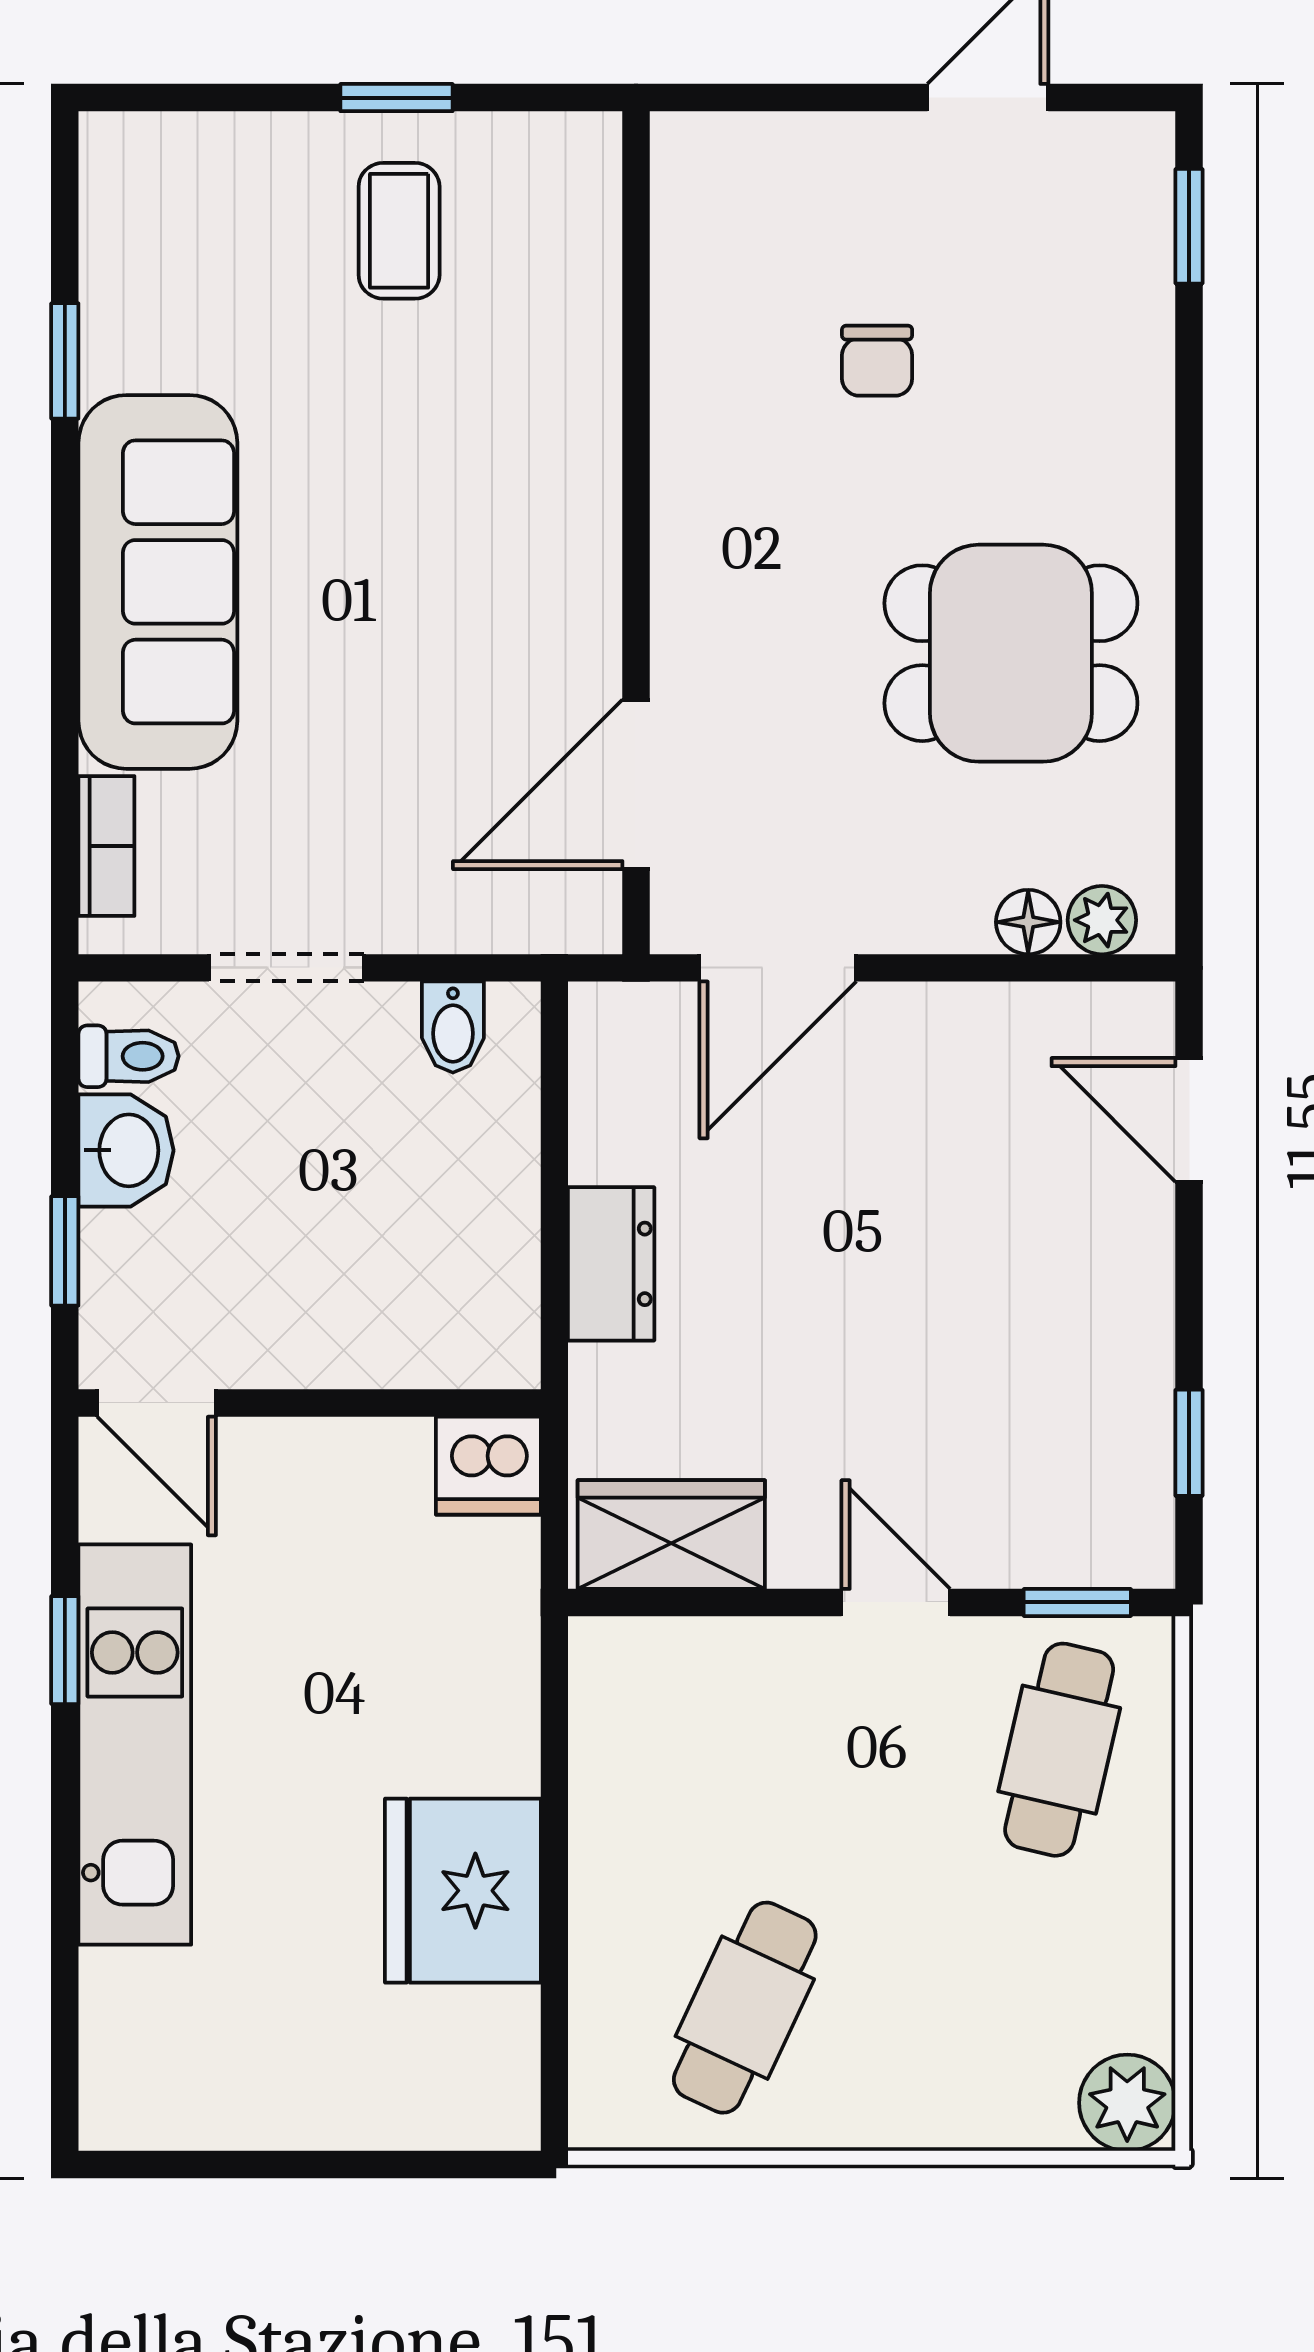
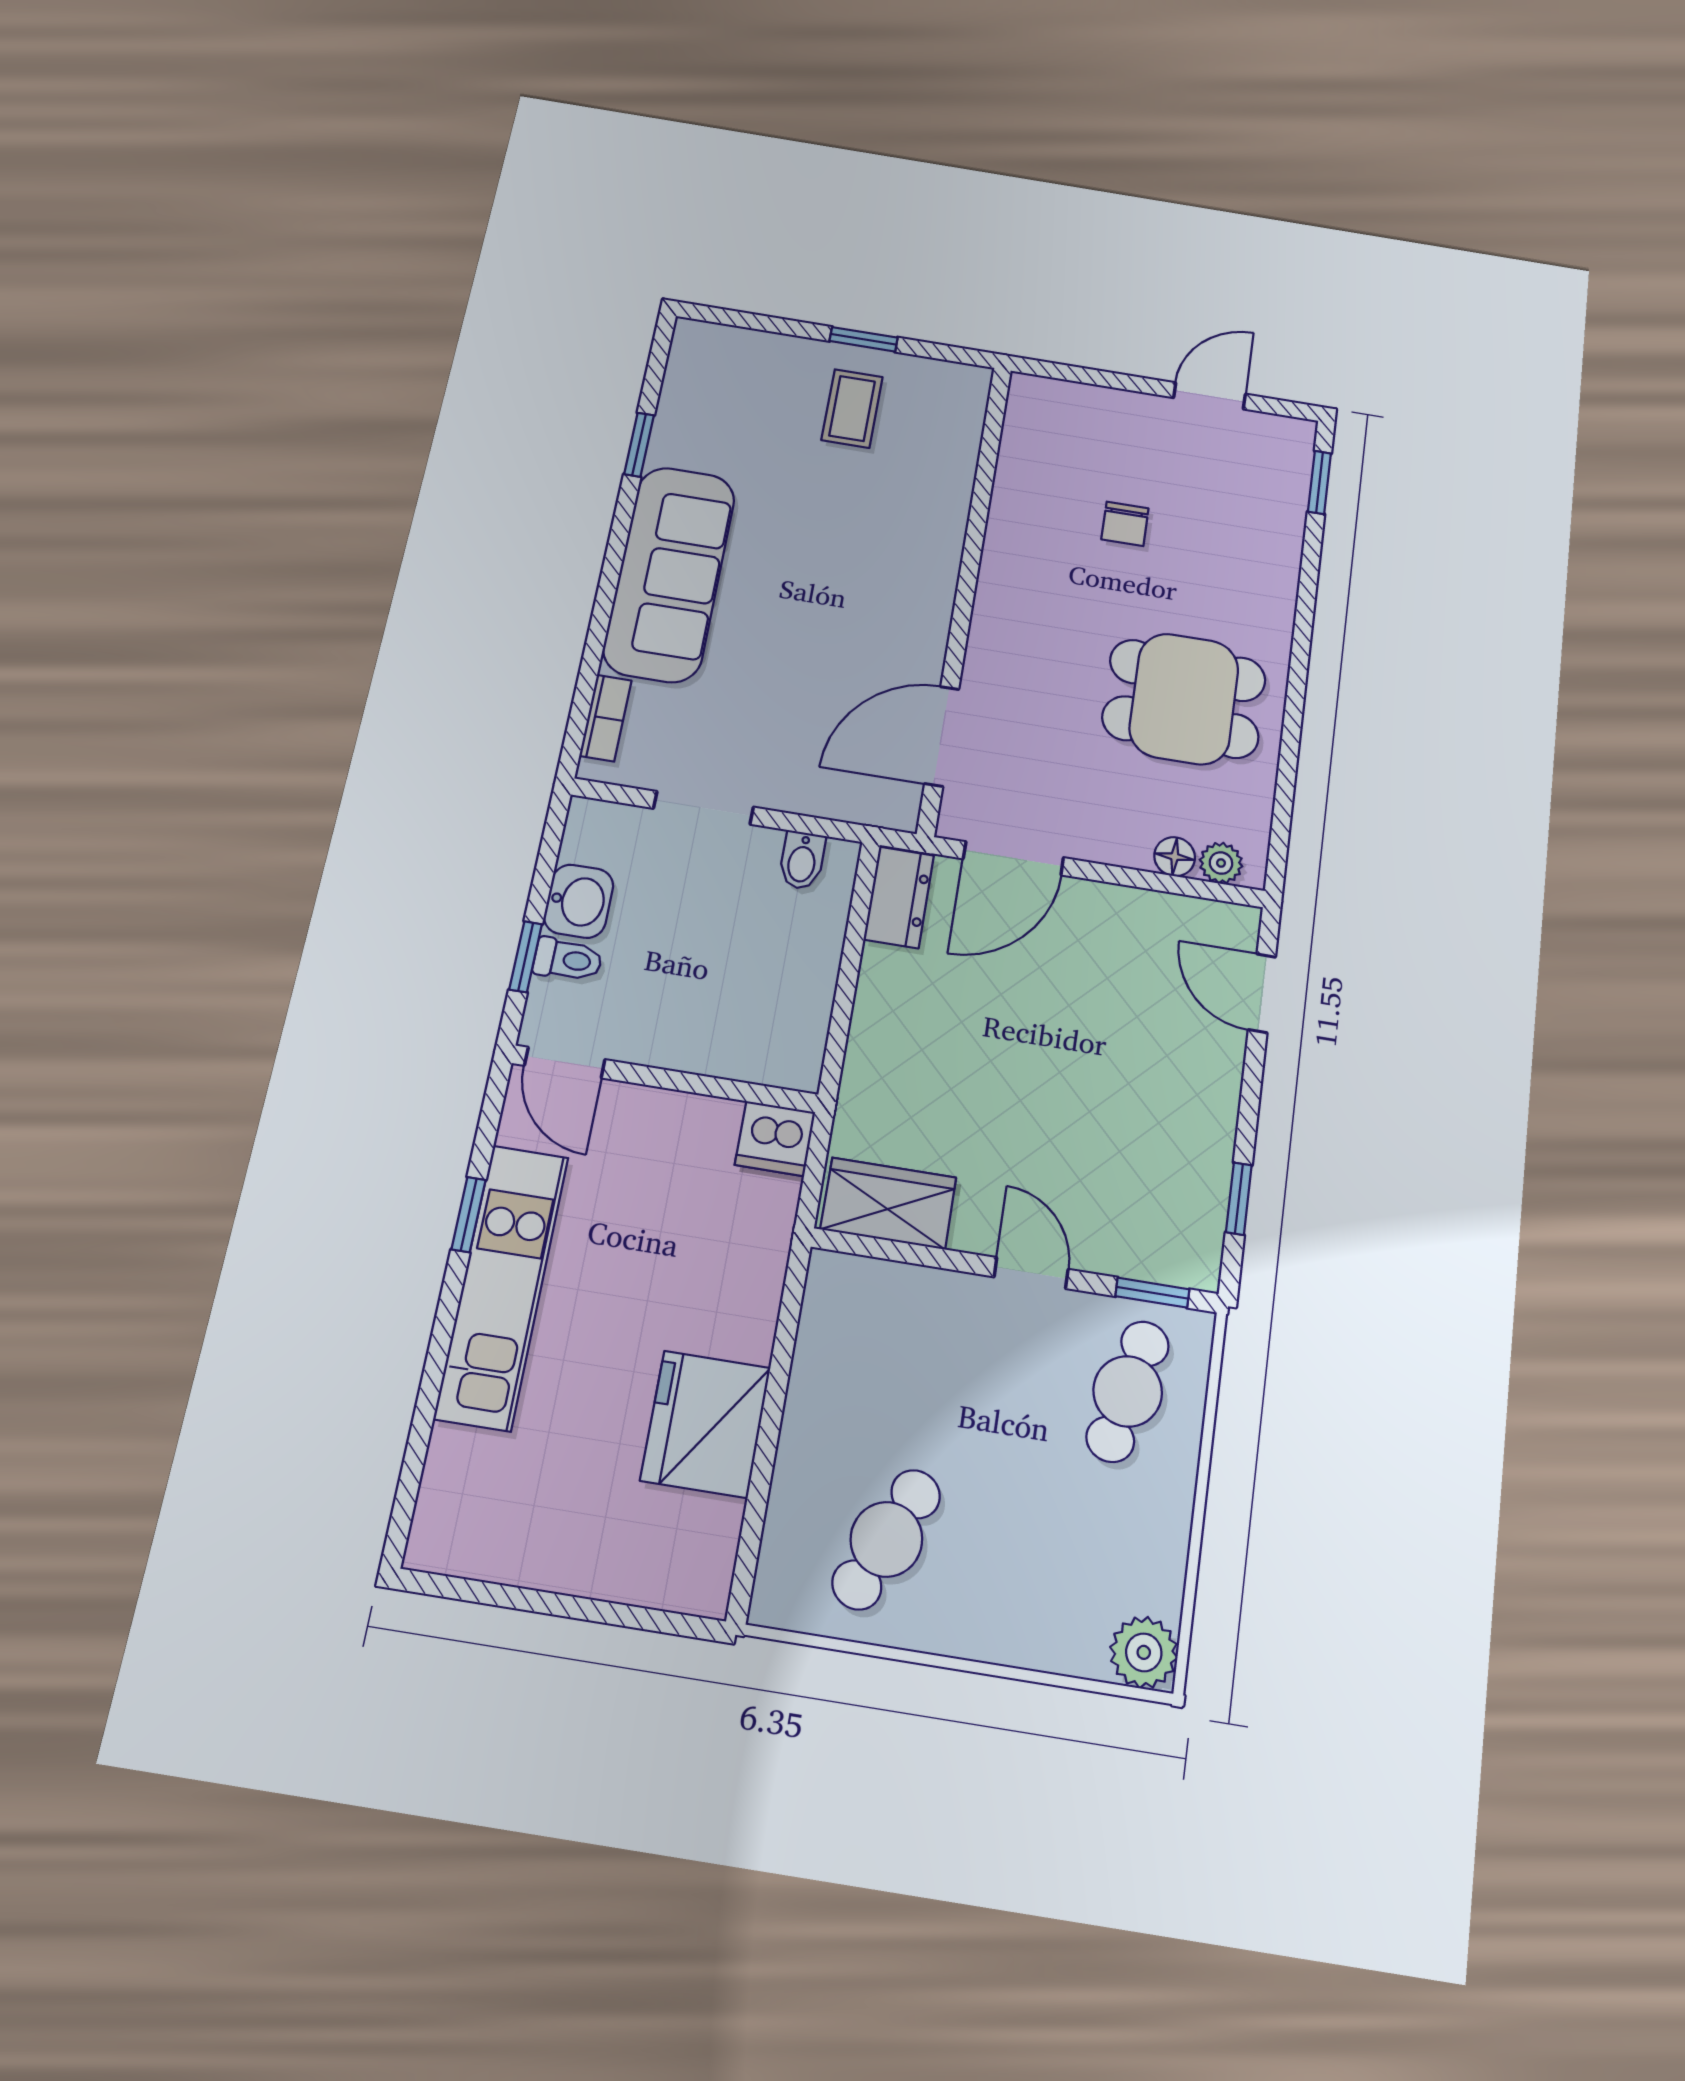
toilet: (129, 1056) -> (568, 960), moved
dresser: (611, 1264) -> (899, 897), moved

